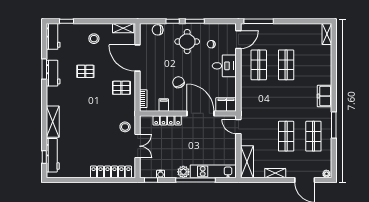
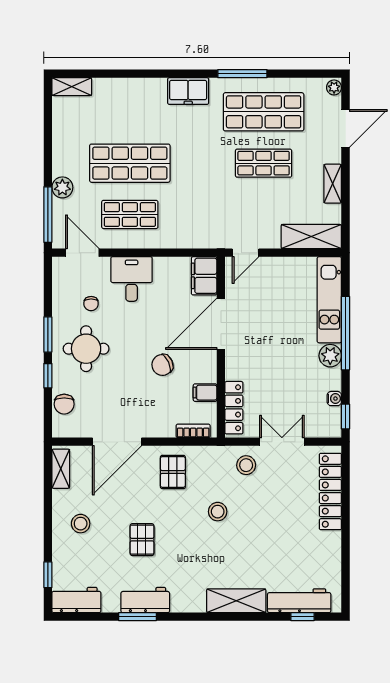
plant: (273, 29) -> (62, 187), added
shop shelf: (286, 65) -> (130, 163), width x1.43, depth x1.36
stool: (100, 112) -> (218, 512), added
locker: (167, 120) -> (234, 408), moved
shop shelf: (313, 136) -> (264, 112), width x1.43, depth x1.36

